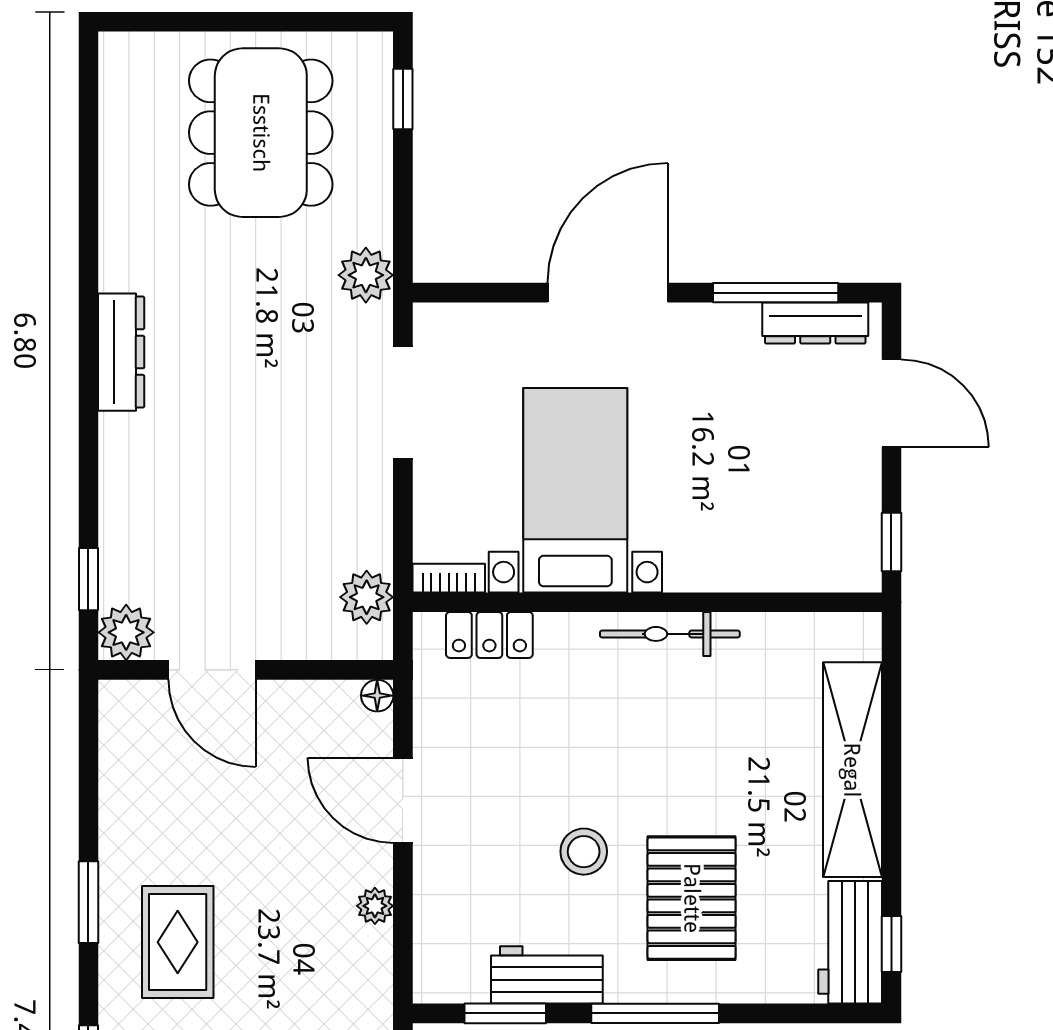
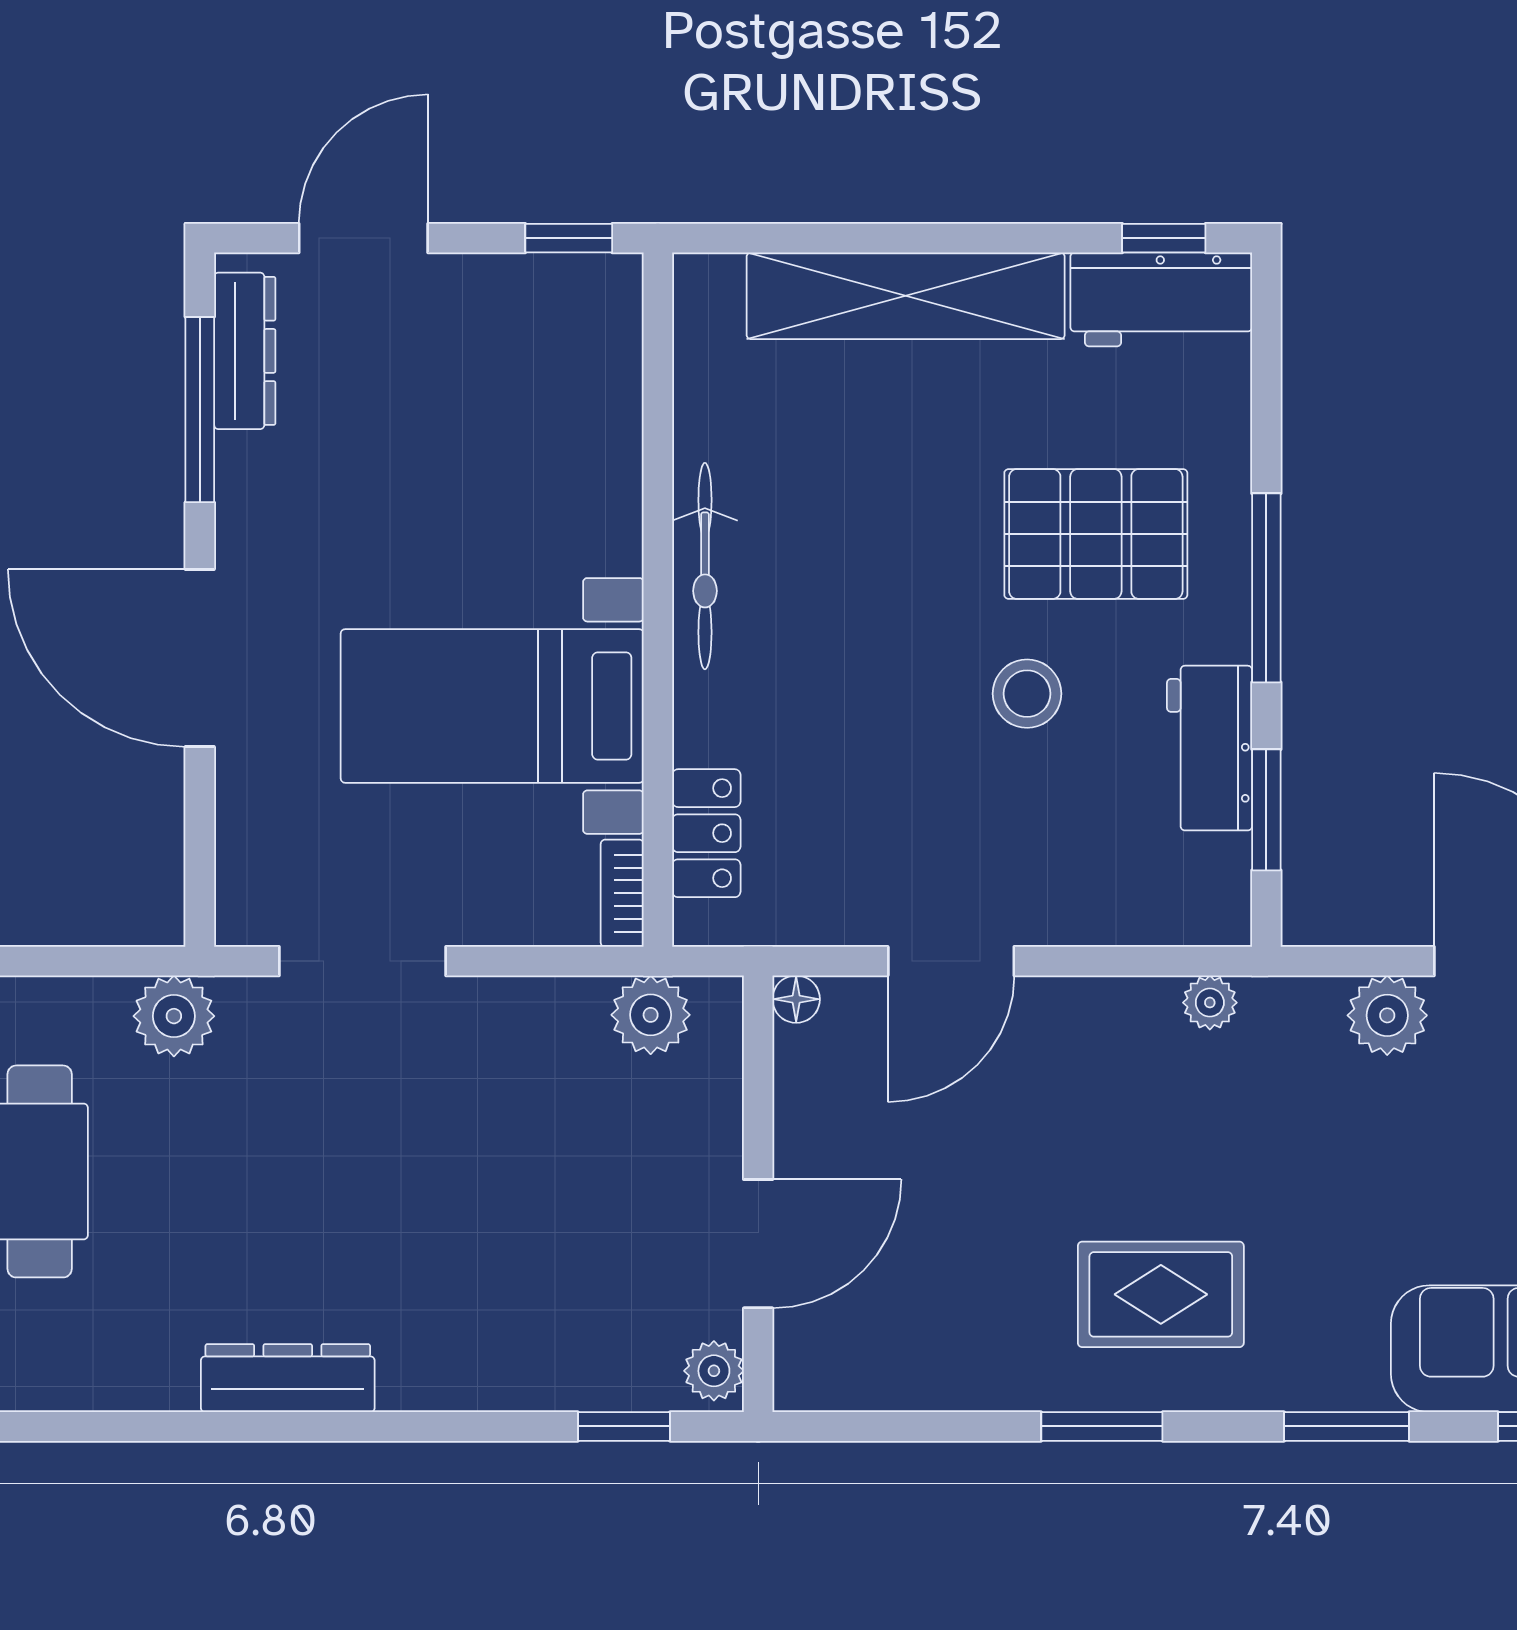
plant: (126, 632) -> (714, 1371), width x0.73, depth x0.73
plant: (375, 906) -> (1210, 1003), moved

